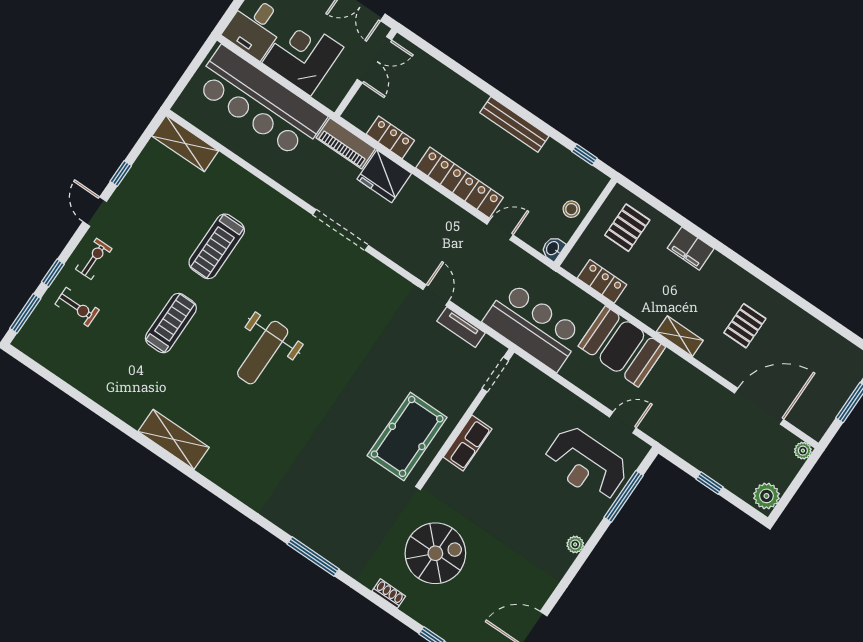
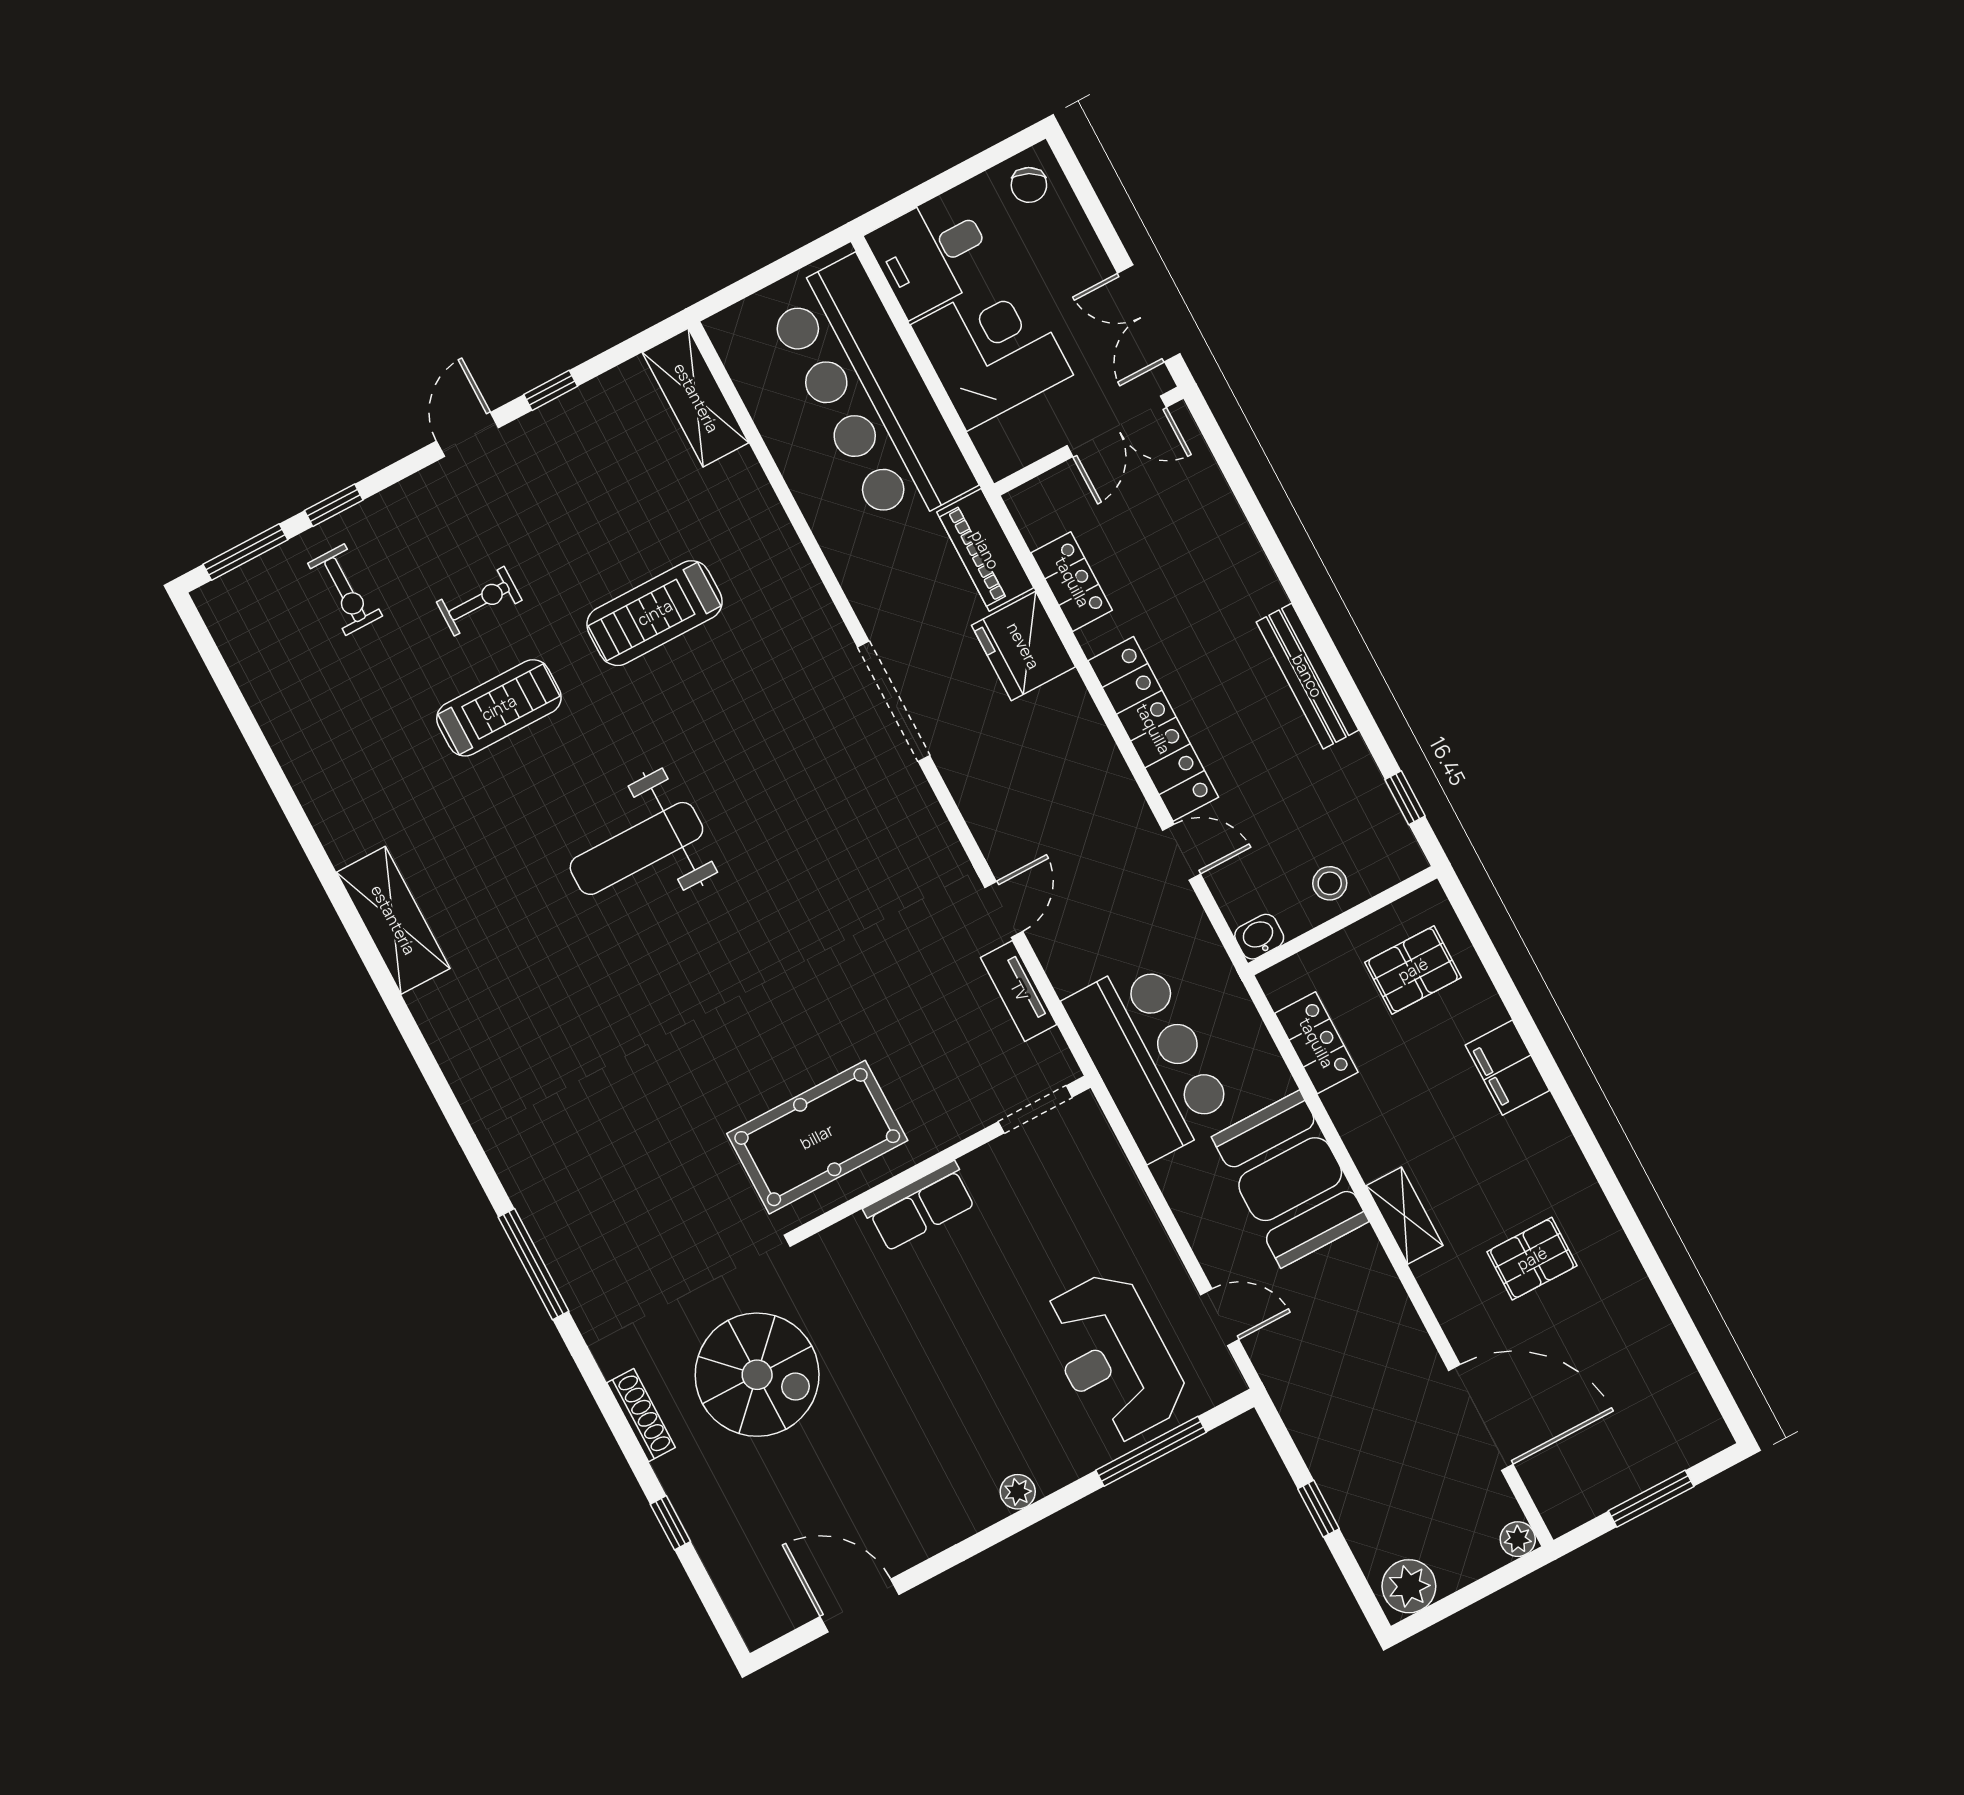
exercise bike: (94, 259) -> (479, 601), moved
shoe rack: (389, 594) -> (641, 1415), width x1.43

